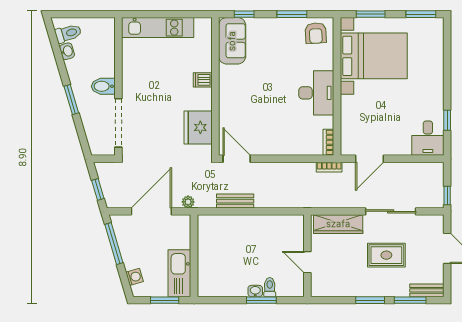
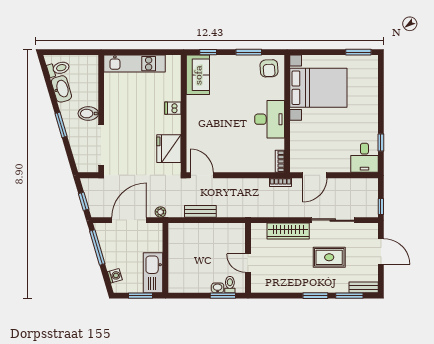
window: (371, 14) -> (316, 52), removed
washbasin: (67, 51) -> (61, 89), width x1.91, depth x1.45
wall: (307, 256) -> (248, 258), moved
door: (307, 262) -> (248, 263), moved

